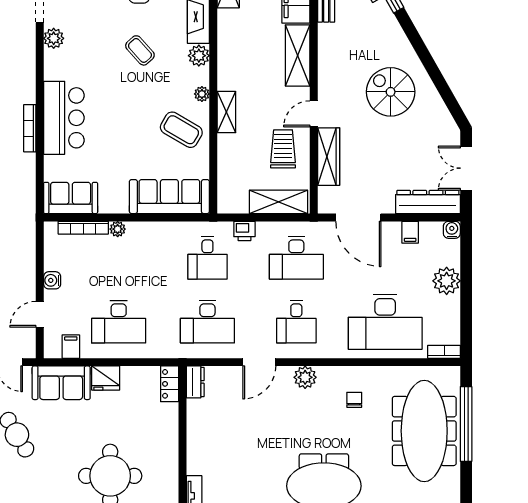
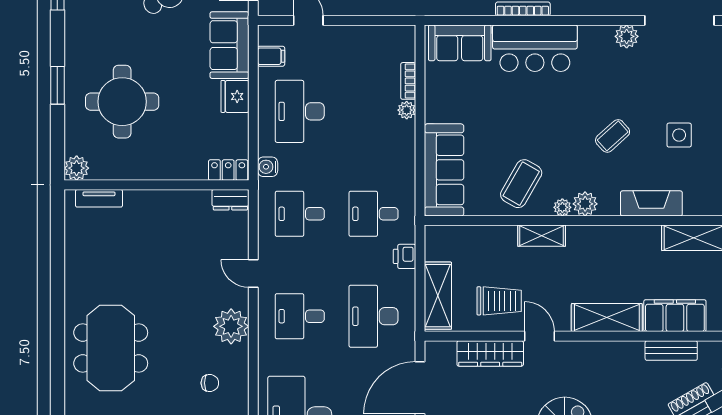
plant: (199, 56) -> (585, 204), moved
sofa: (71, 198) -> (460, 43), moved, turned 90
bookcase: (83, 228) -> (408, 81), width x0.64
water cooler: (52, 280) -> (268, 167), moved, turned -90
desk: (207, 322) -> (300, 214), width x0.73
door: (259, 362) -> (253, 274), width x0.73
plant: (305, 377) -> (231, 326), width x1.36, depth x1.36

